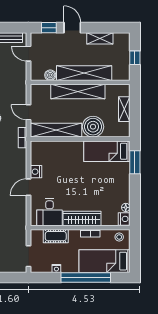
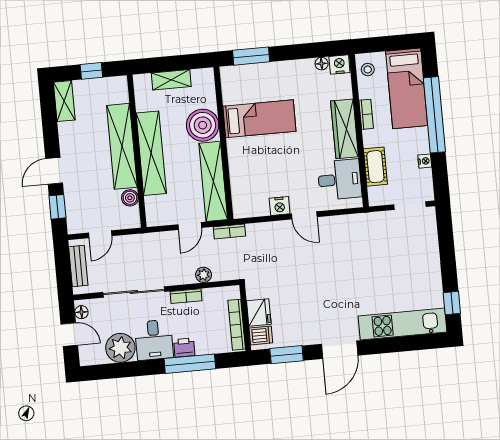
shelving: (100, 38) -> (64, 101), moved
bed: (107, 151) -> (259, 119), moved, turned -90

